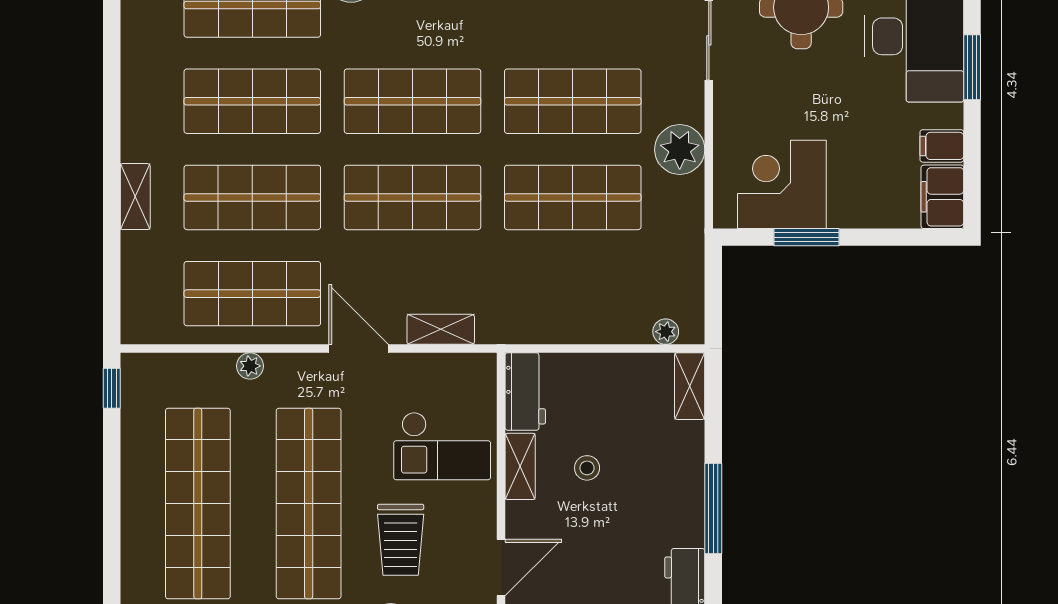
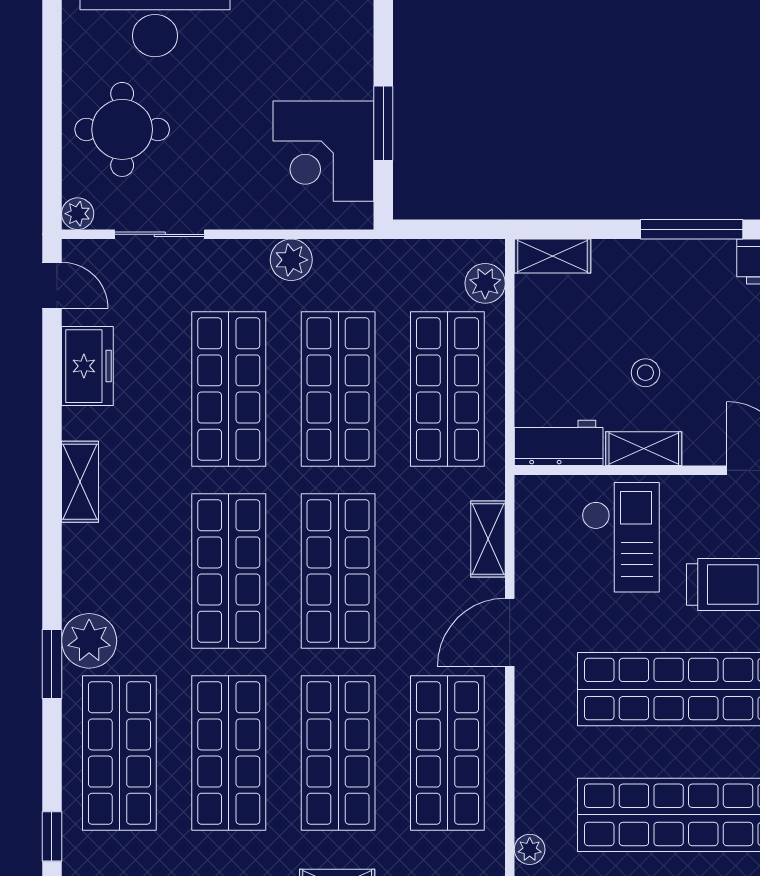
plant: (680, 150) -> (291, 260), width x0.73, depth x0.73
shop shelf: (573, 294) -> (447, 389), added
plant: (666, 332) -> (485, 283), width x1.38, depth x1.38
plant: (250, 366) -> (530, 849), moved

